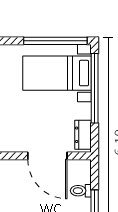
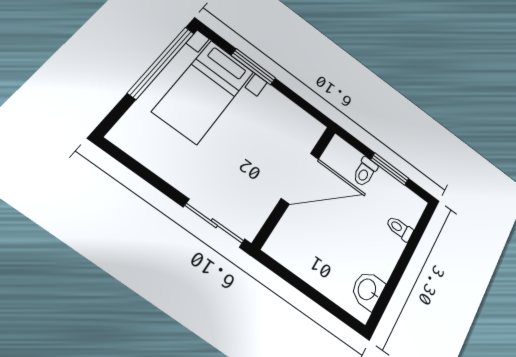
window: (95, 88) -> (253, 67), width x0.47
dresser: (83, 135) -> (301, 120), removed

